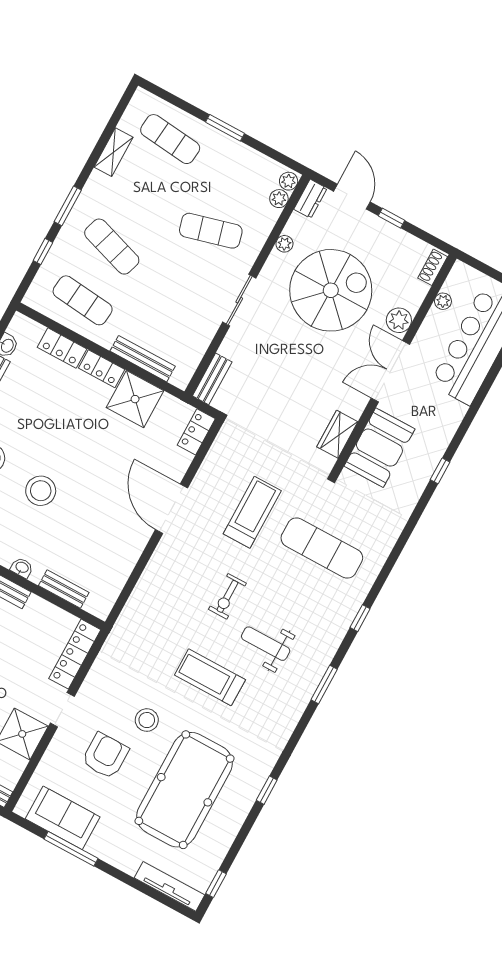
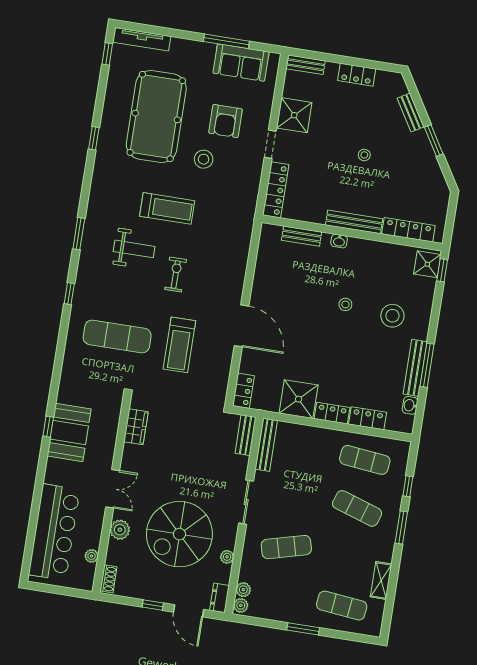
bench: (143, 359) -> (266, 445), moved, turned 90
double door: (390, 371) -> (113, 489), width x0.73
booth: (379, 448) -> (69, 433), moved
stool: (41, 491) -> (345, 304), width x0.53, depth x0.53

